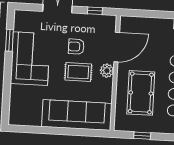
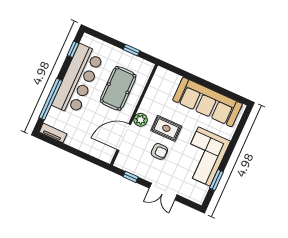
sofa: (77, 115) -> (207, 102), moved

